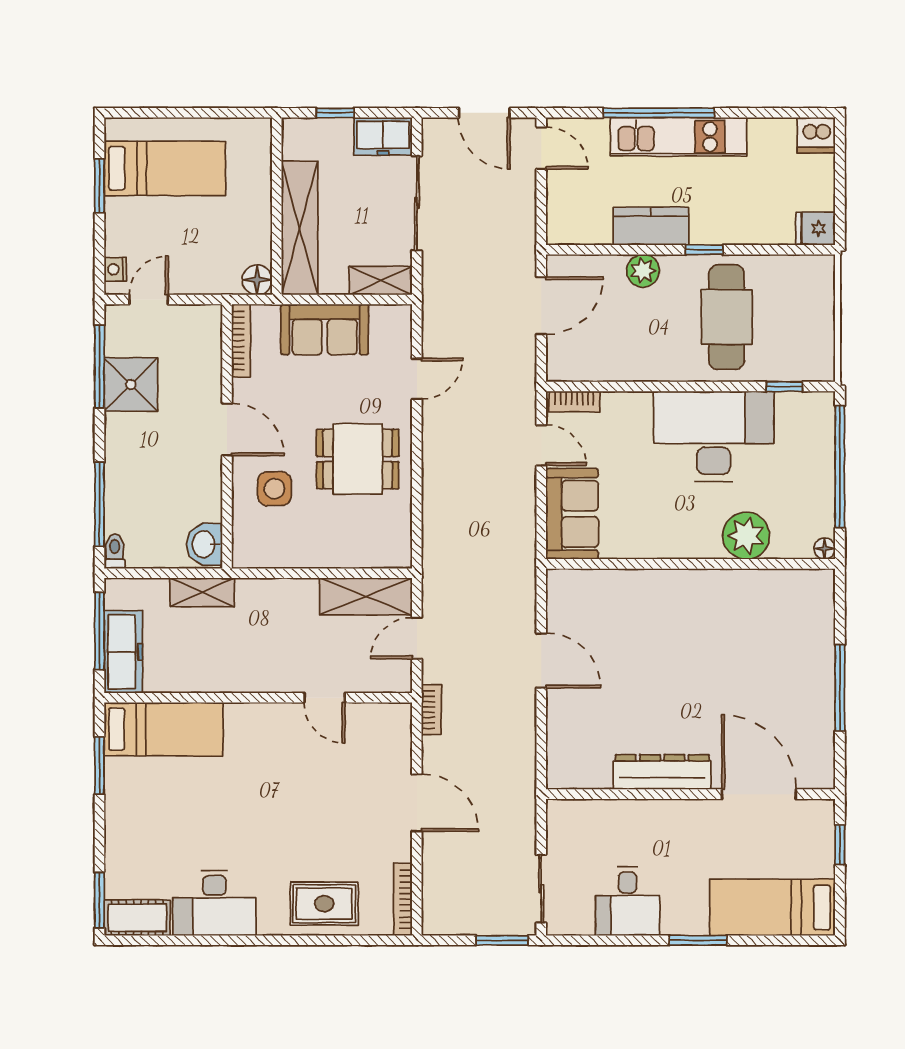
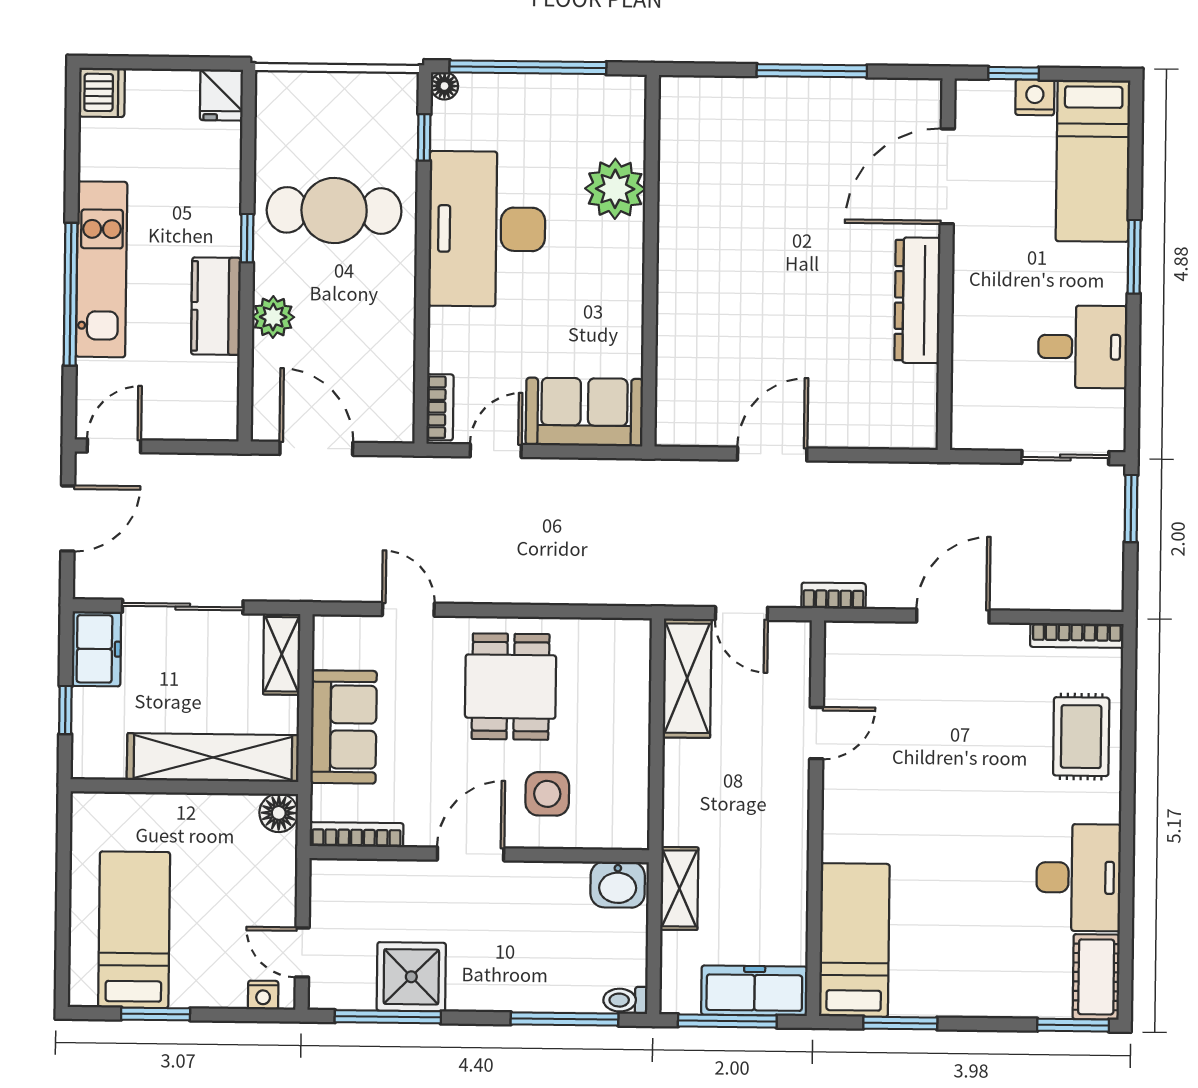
floor lamp: (825, 549) -> (444, 86), moved
nightstand: (821, 862) -> (1035, 97), added

